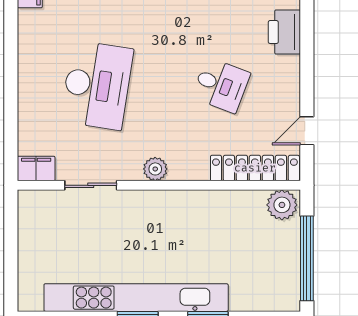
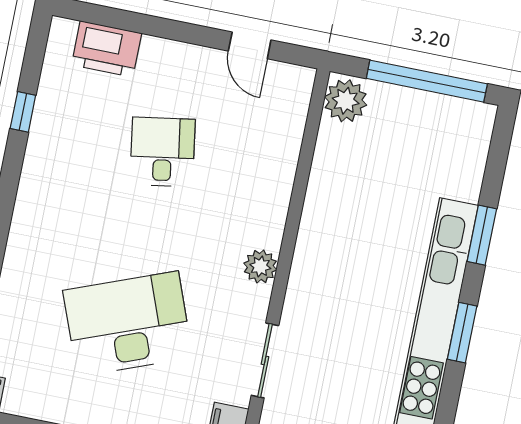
desk: (97, 85) -> (128, 324), turned -30
desk: (221, 85) -> (163, 152), turned -30
locker: (255, 168) -> (287, 128), removed

